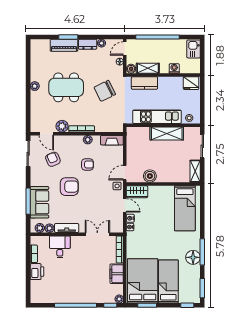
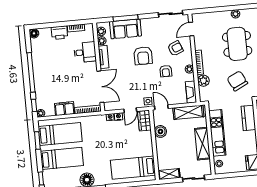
plant: (62, 126) -> (203, 81), moved
shelving: (133, 145) -> (188, 112), added
armchair: (53, 159) -> (175, 48), moved
double door: (97, 234) -> (100, 87), width x1.37
bed: (143, 281) -> (60, 134), width x0.67
floor lamp: (35, 298) -> (34, 33), added

